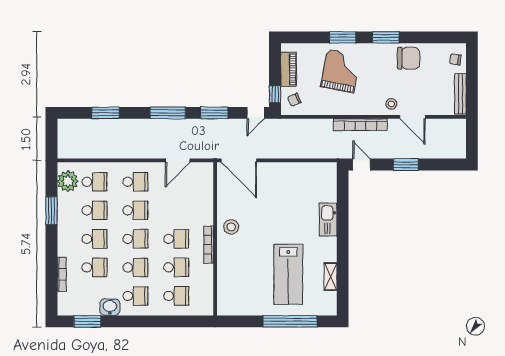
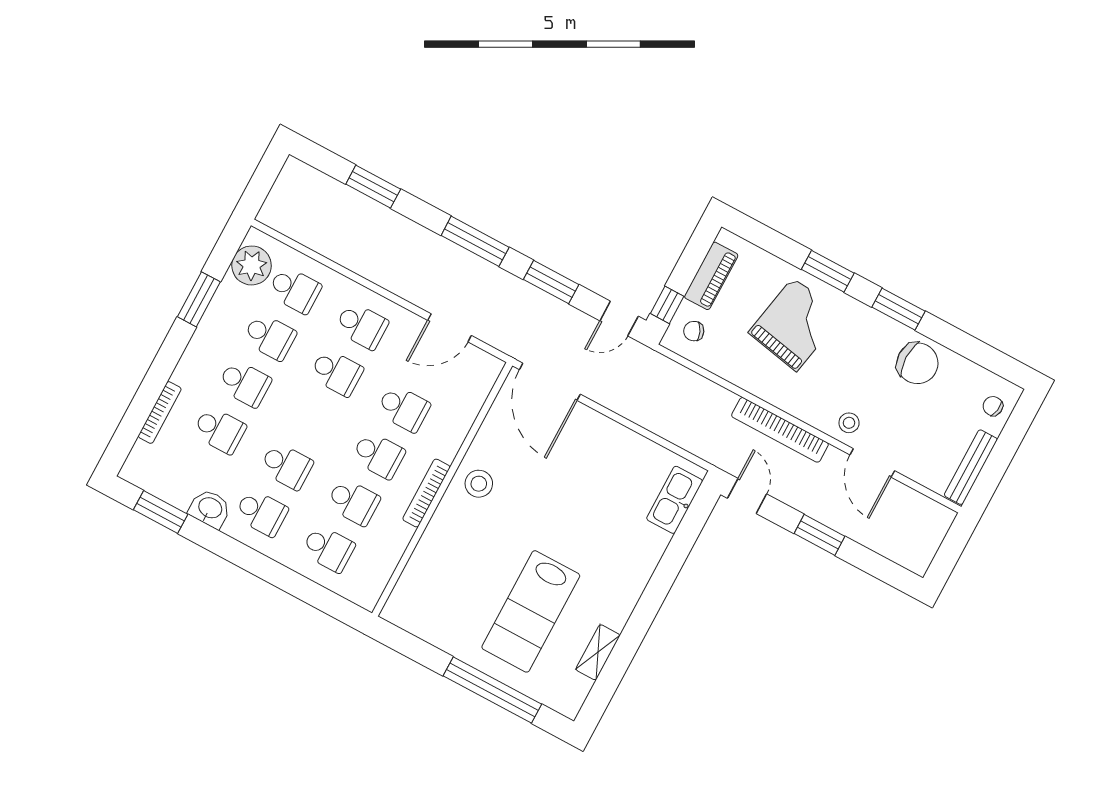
kitchen sink: (328, 220) -> (675, 500), moved
school desk: (135, 239) -> (403, 408), moved

